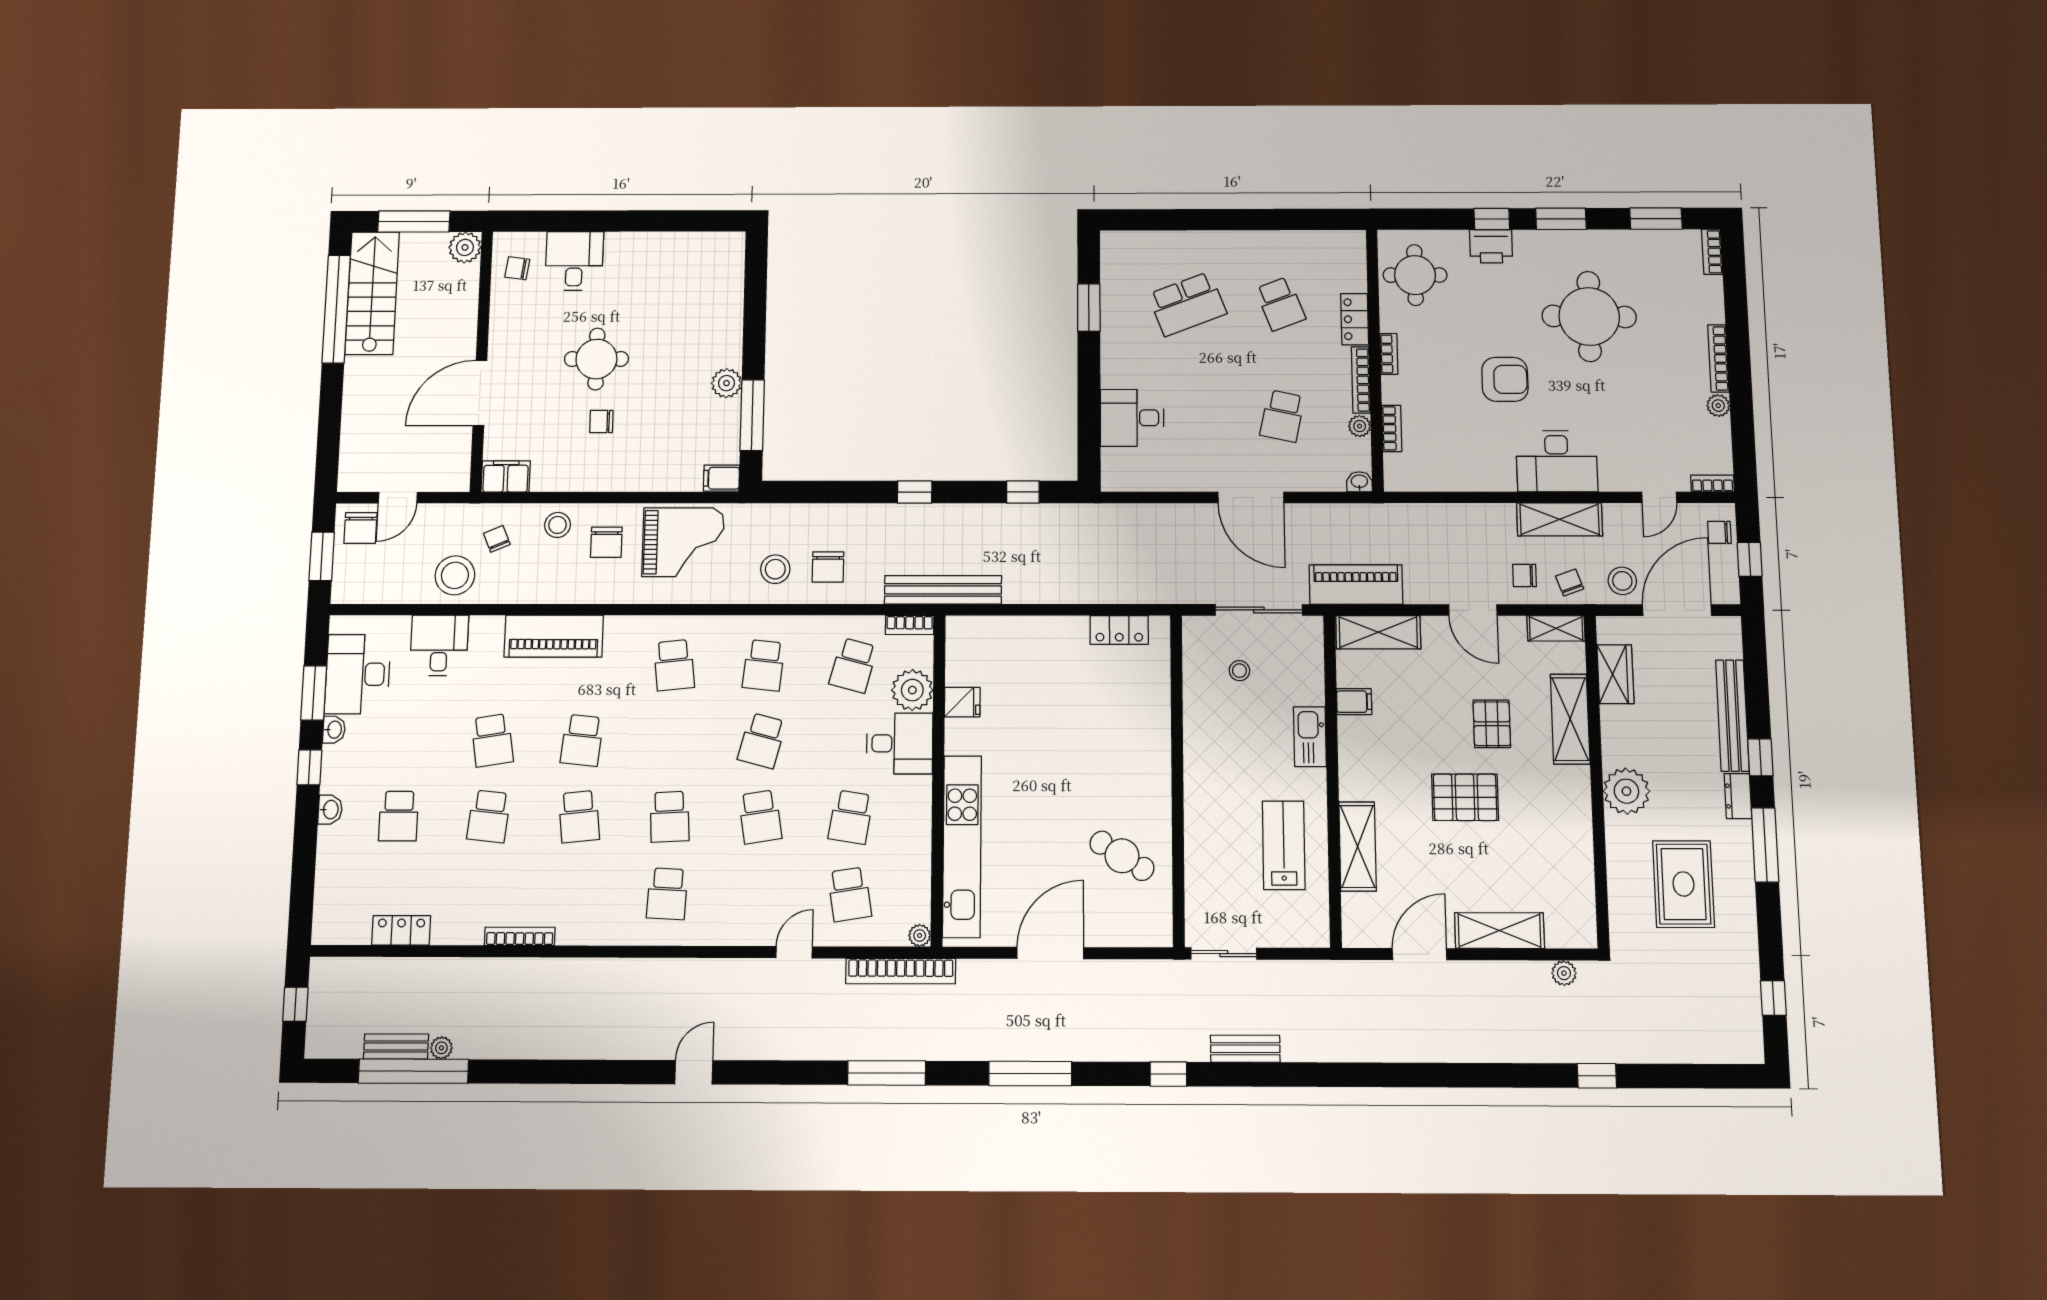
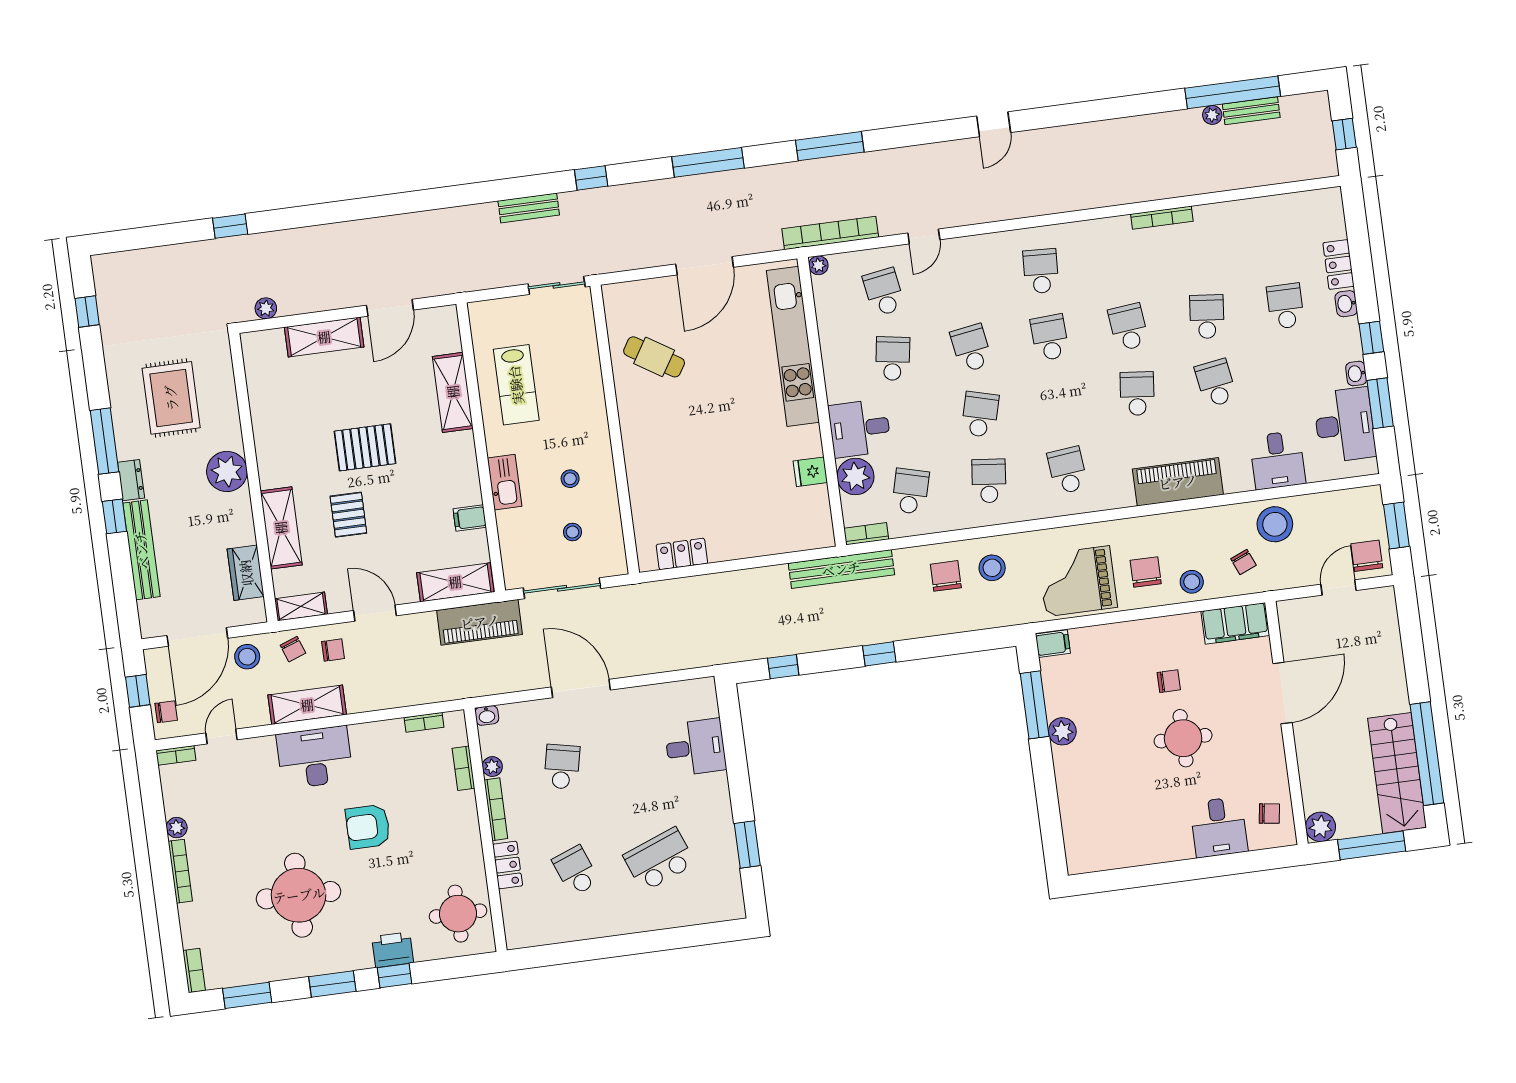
bookcase: (1389, 354) -> (424, 722), moved, turned -90
filing cabinet: (506, 476) -> (1235, 623), width x1.50, depth x1.17
stool: (1235, 731) -> (570, 479), added
locker: (401, 930) -> (1339, 264), moved, turned 90

